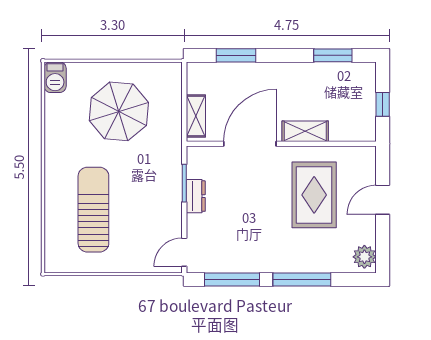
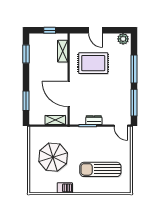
barbecue: (55, 77) -> (65, 188), moved
shelving: (305, 131) -> (63, 51), moved

